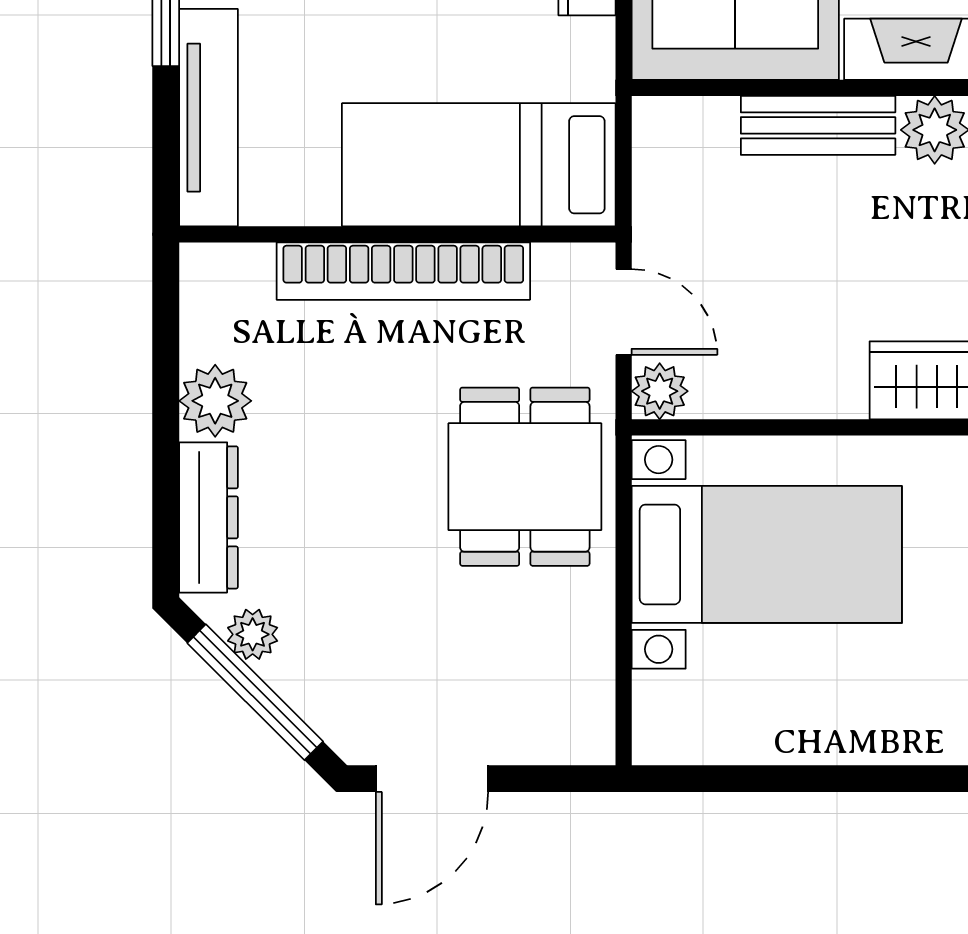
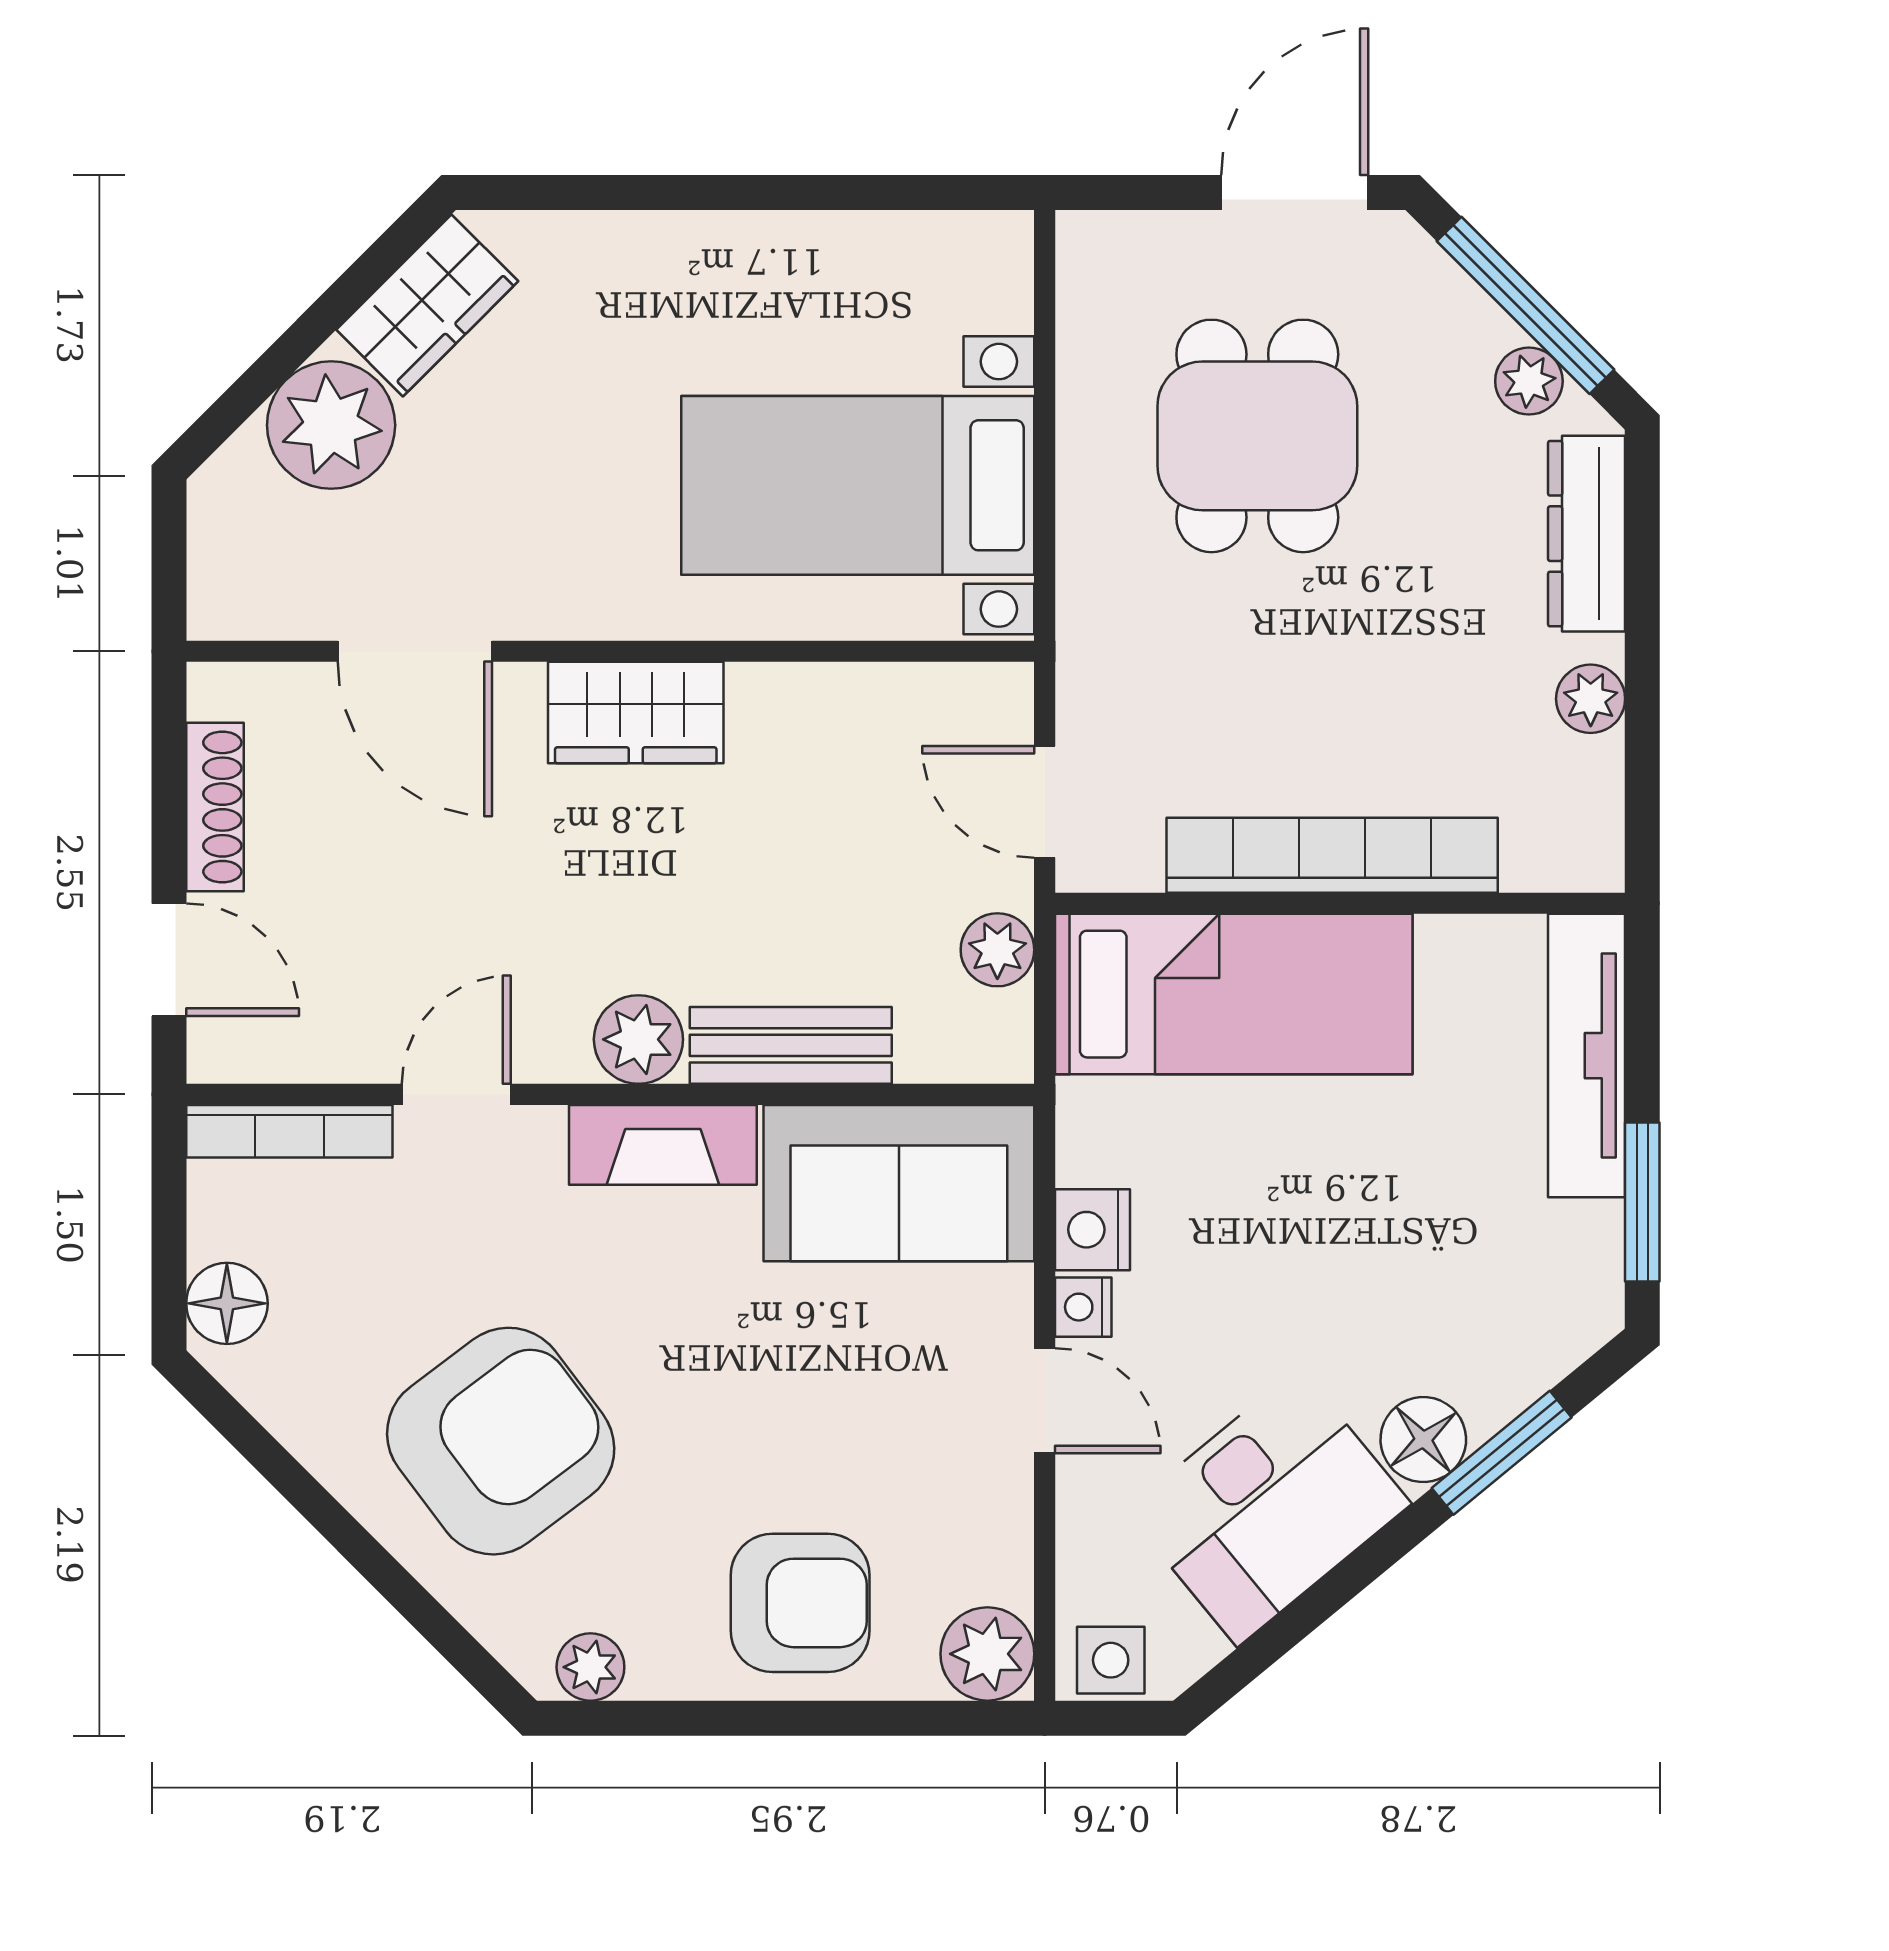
plant: (660, 391) -> (997, 950), moved
plant: (215, 401) -> (1591, 699), width x0.73, depth x0.73
dining table: (525, 477) -> (1257, 436), moved

